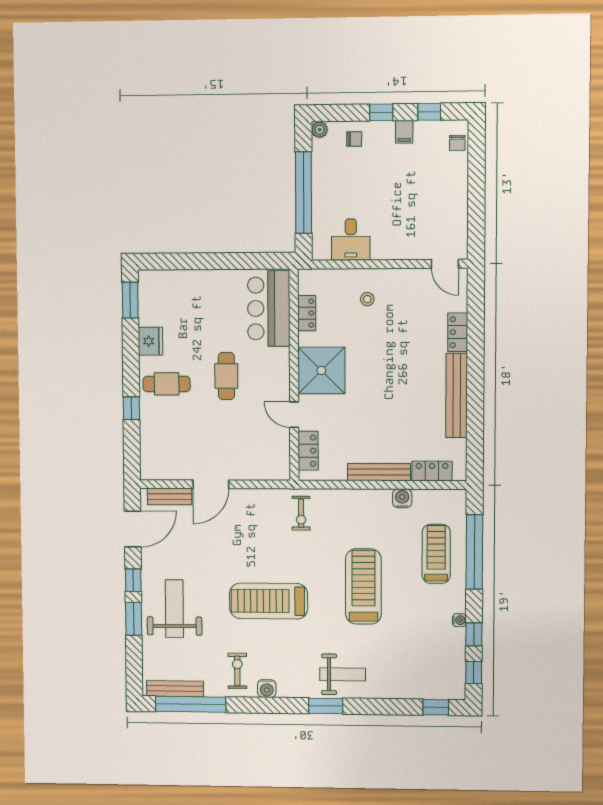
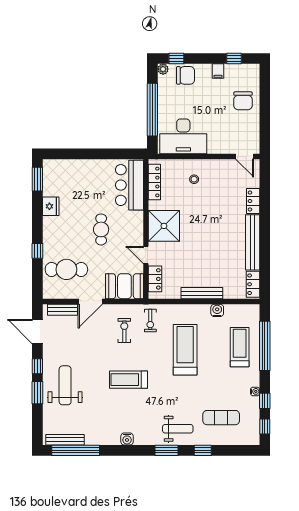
window: (381, 112) -> (176, 59), moved
chair: (354, 139) -> (186, 75), width x1.87, depth x1.87
chair: (457, 143) -> (243, 101), moved, width x1.87, depth x1.87
desk: (351, 240) -> (183, 136), width x1.87, depth x1.30
locker: (307, 313) -> (154, 182), width x1.53
cafe table: (167, 384) -> (66, 269), moved, width x1.37, depth x1.35
booth: (262, 462) -> (124, 286), added
locker: (432, 471) -> (253, 284), moved, turned -90
door: (133, 529) -> (37, 332), swing flipped
treadmill: (363, 586) -> (185, 350), moved
treadmill: (269, 601) -> (128, 380), width x0.73, depth x0.73
exercise mat: (408, 658) -> (221, 418), added
exercise bike: (237, 671) -> (124, 330), moved
window: (436, 707) -> (203, 450), moved

